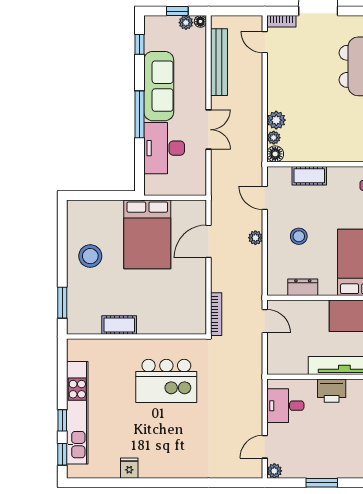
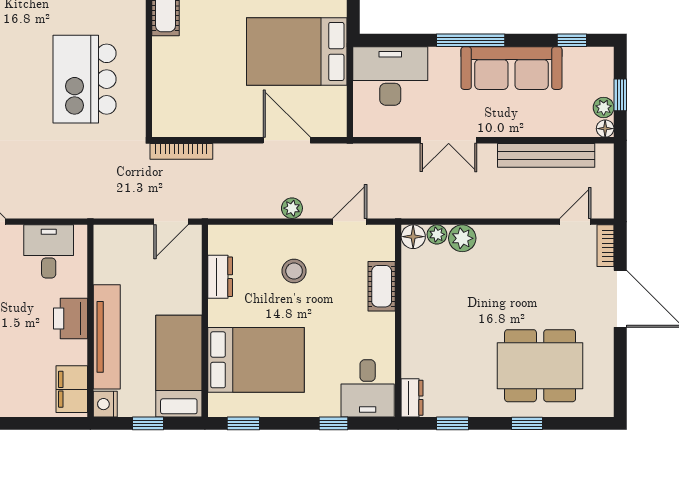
desk: (164, 148) -> (390, 76), moved

